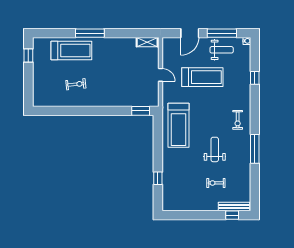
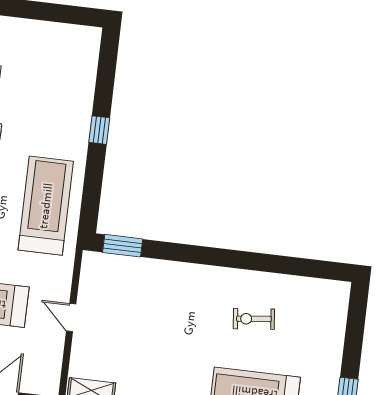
window: (158, 178) -> (99, 130), moved

